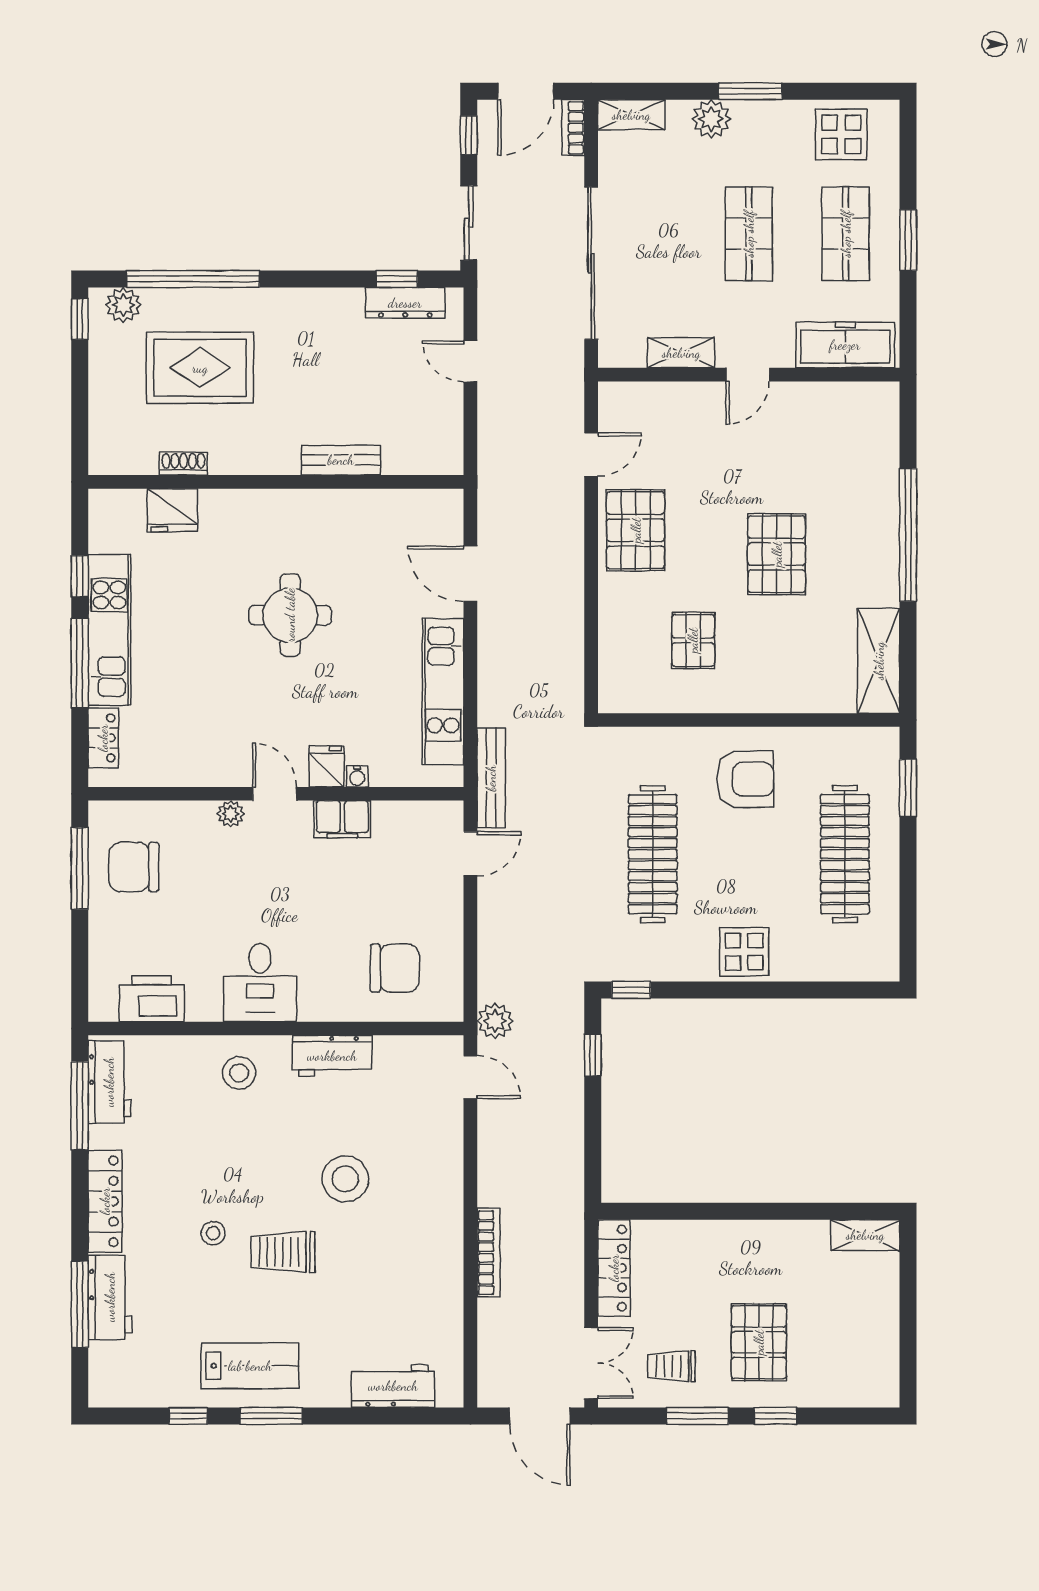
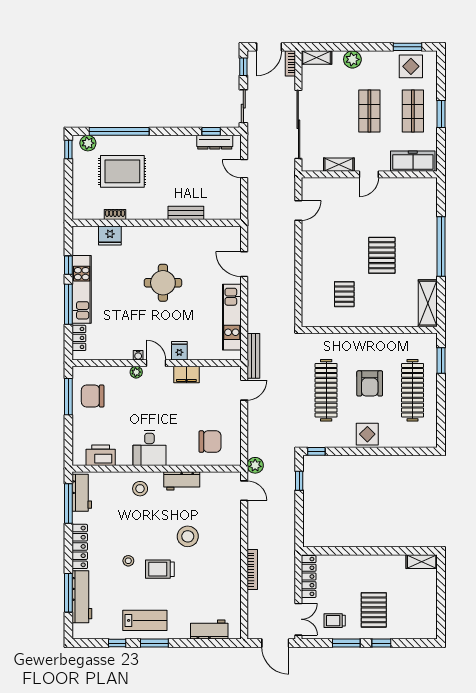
window: (750, 91) -> (407, 47), moved
pallet: (636, 530) -> (318, 244), removed
water cooler: (357, 776) -> (138, 355), moved
armchair: (745, 779) -> (370, 383), moved, turned 90
workbench: (110, 1297) -> (82, 597), width x1.38

